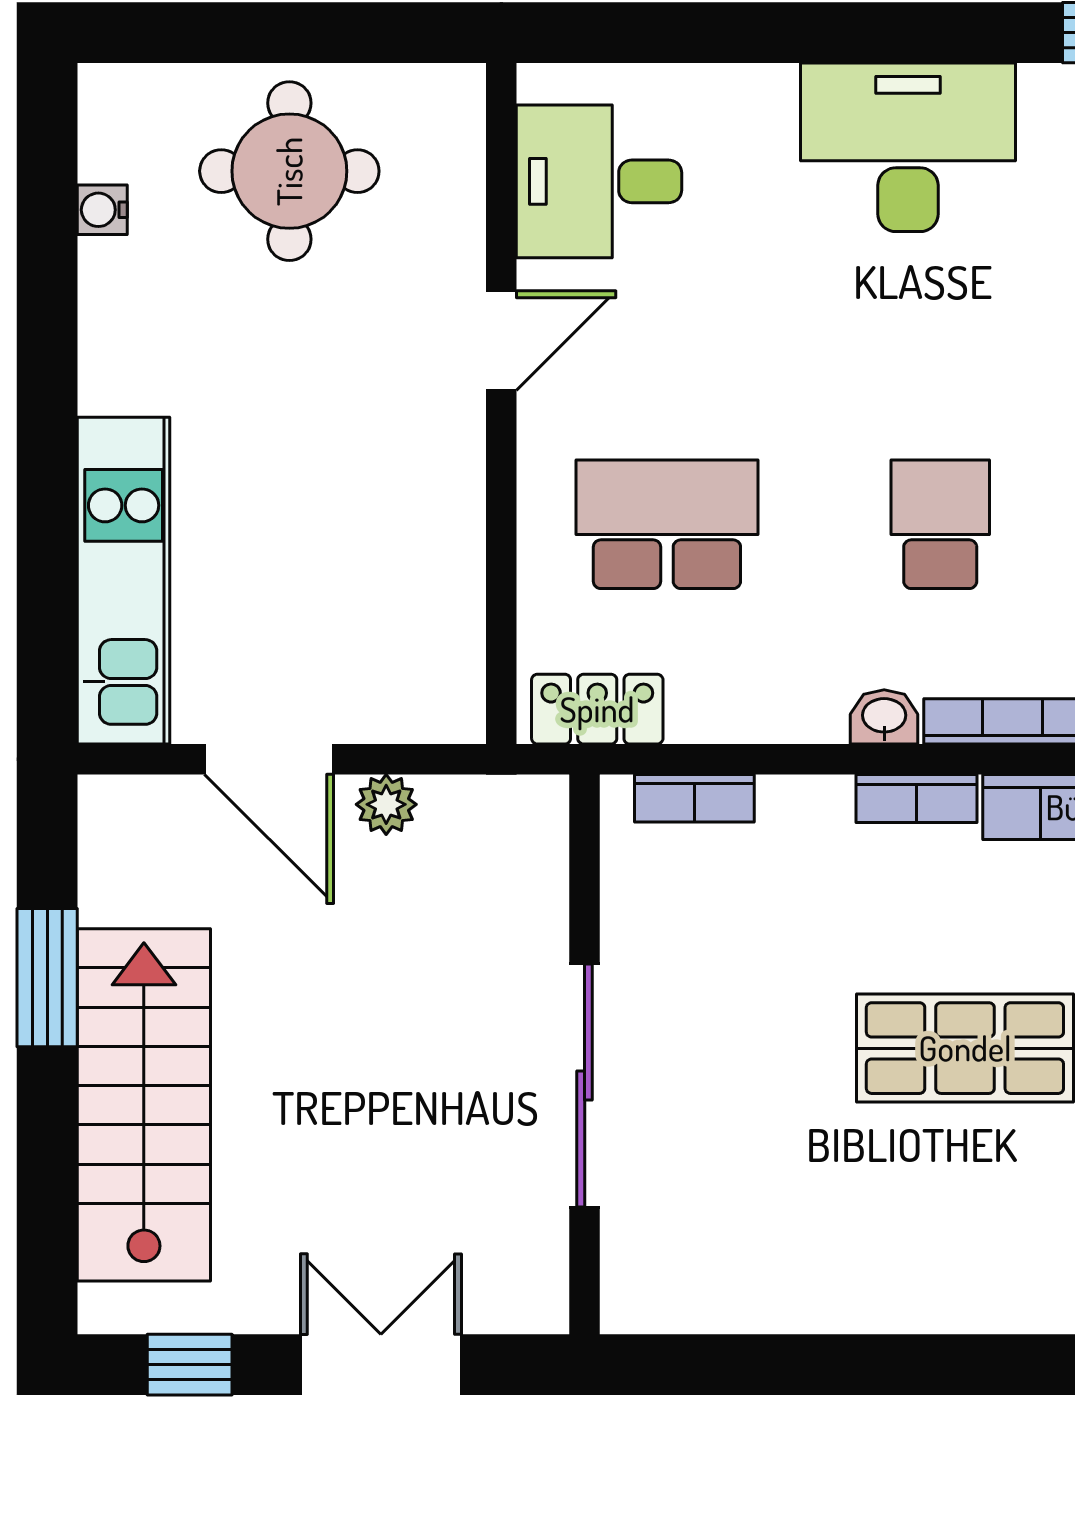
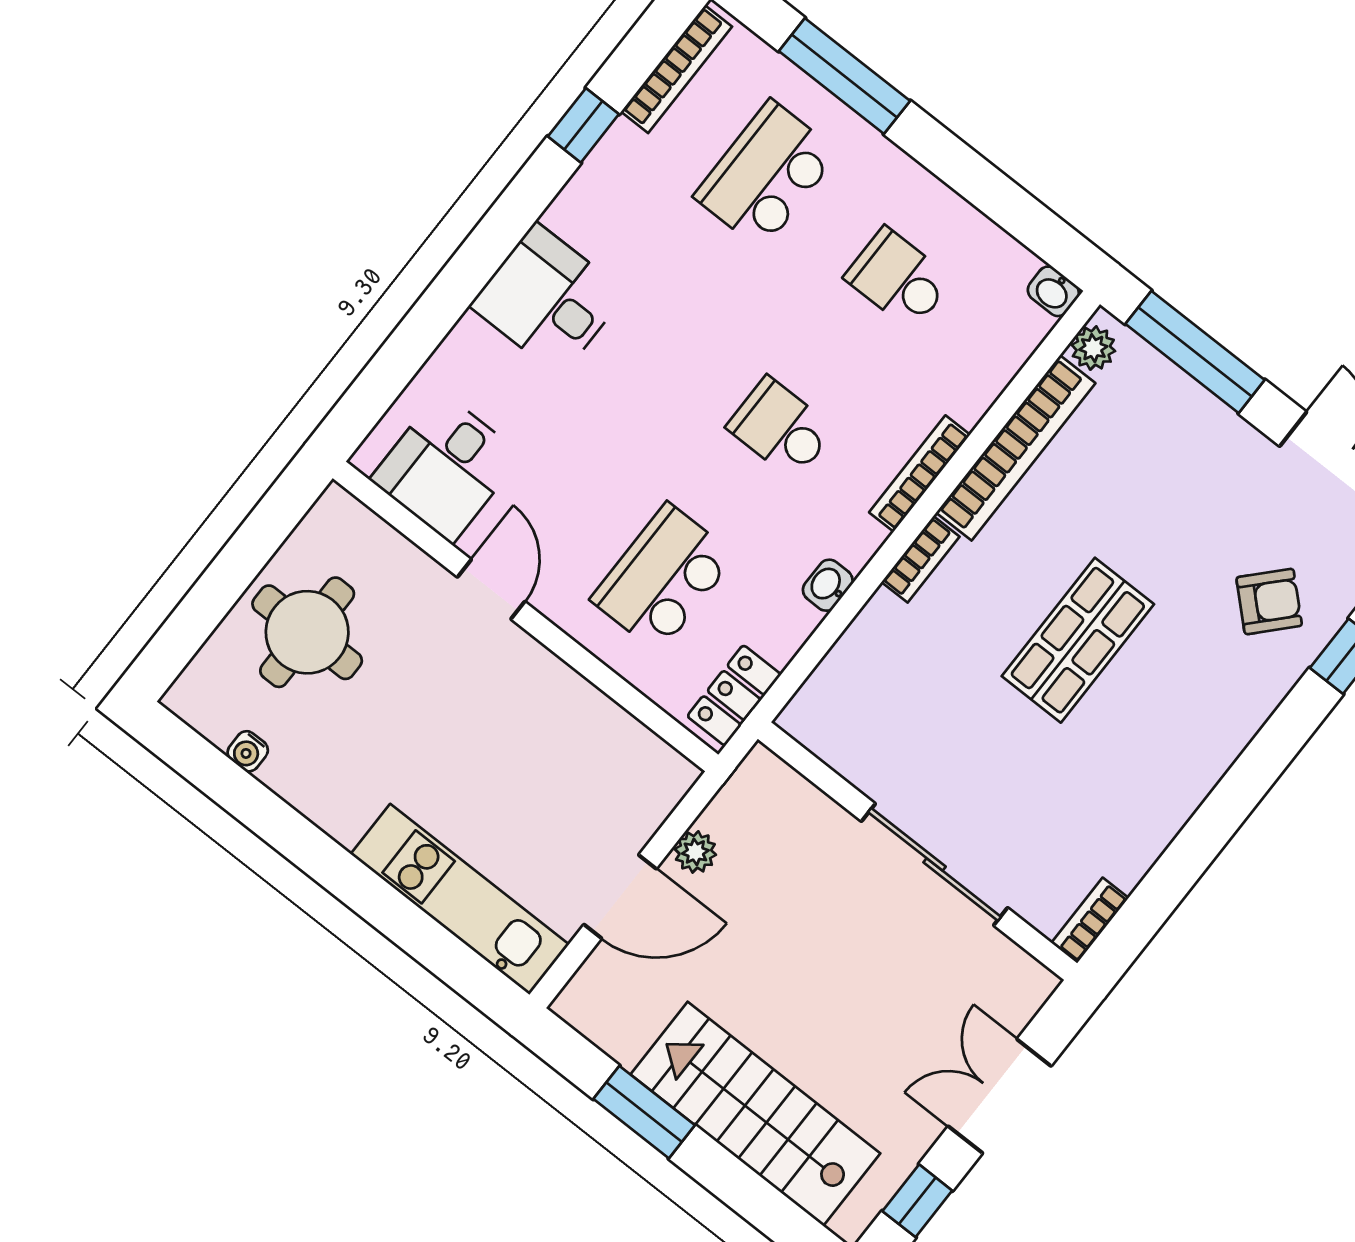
desk: (908, 147) -> (548, 299), width x0.73
washbasin: (884, 717) -> (828, 585), moved
bookcase: (694, 798) -> (1090, 920), moved, turned 180

